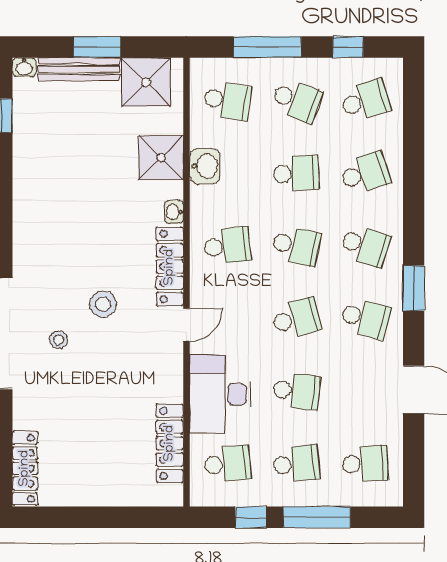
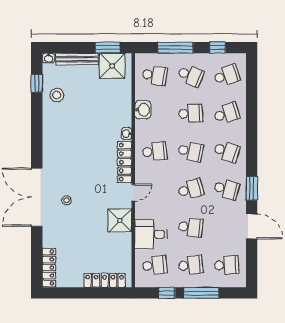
window: (97, 47) -> (108, 48), moved
shower: (161, 158) -> (120, 220), moved
window: (414, 288) -> (252, 188), moved
stool: (103, 304) -> (57, 95), moved
desk: (220, 394) -> (151, 234), width x0.73
locker: (170, 443) -> (105, 280), moved, turned 90

